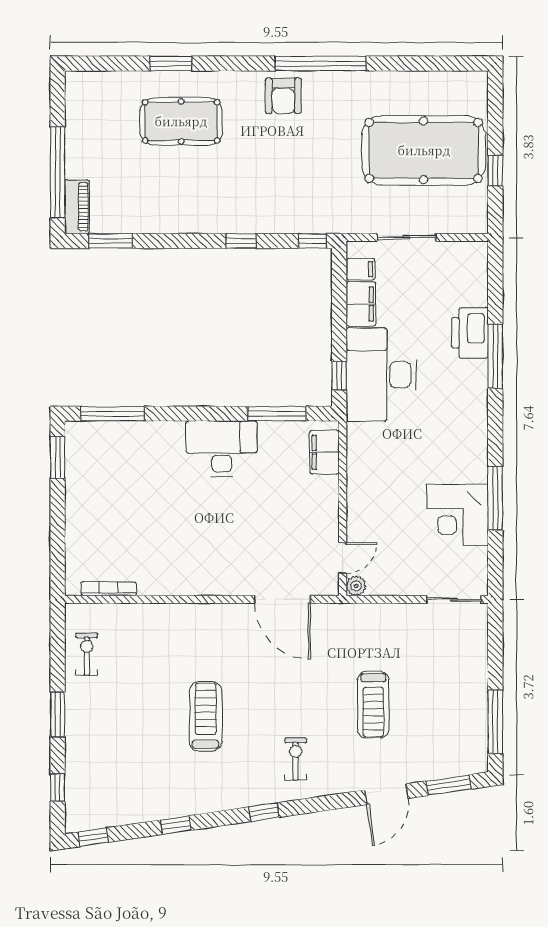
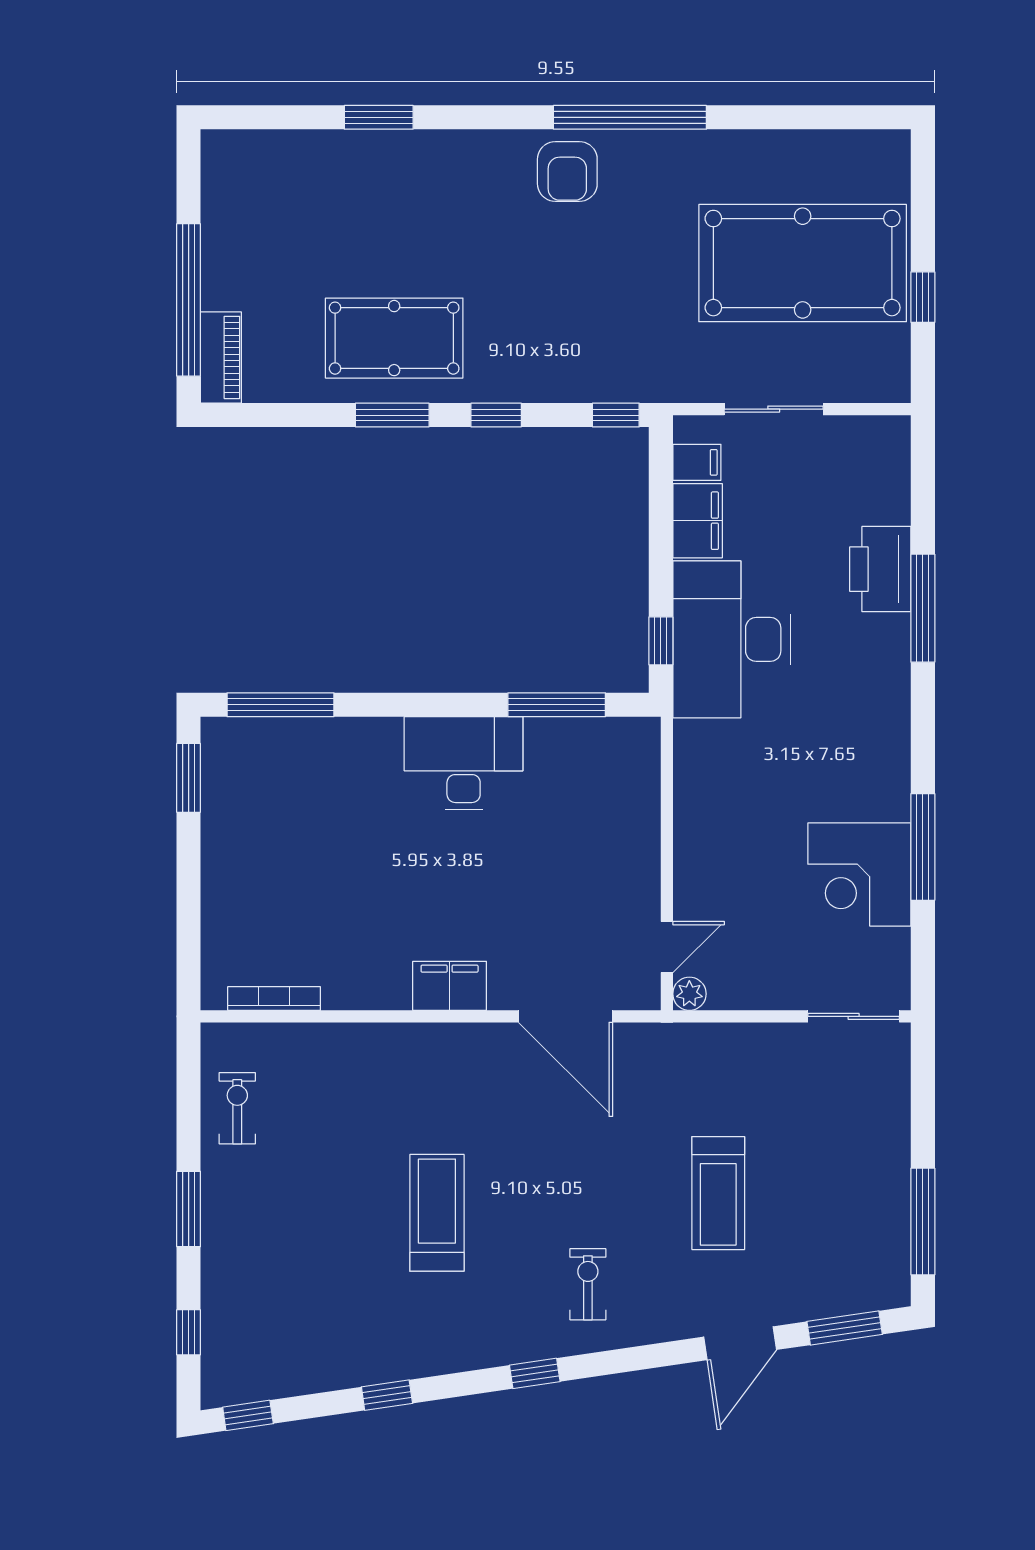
pool table: (181, 121) -> (394, 338), moved
window: (111, 241) -> (392, 415), moved
filing cabinet: (324, 452) -> (450, 986), moved, turned 90

